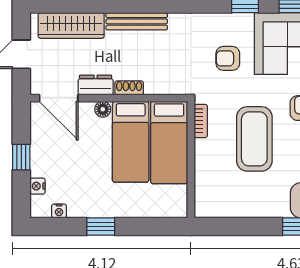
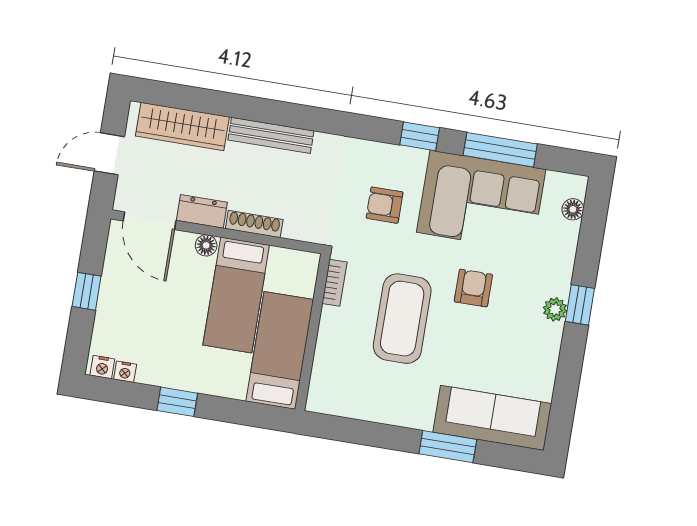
shoe rack: (129, 88) -> (254, 224), width x1.43
bed: (169, 142) -> (280, 350), moved, turned 180
nightstand: (37, 186) -> (102, 367), moved, turned -90

